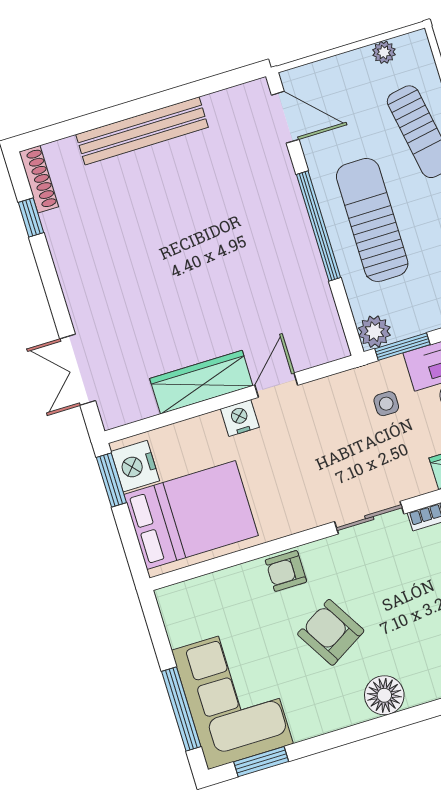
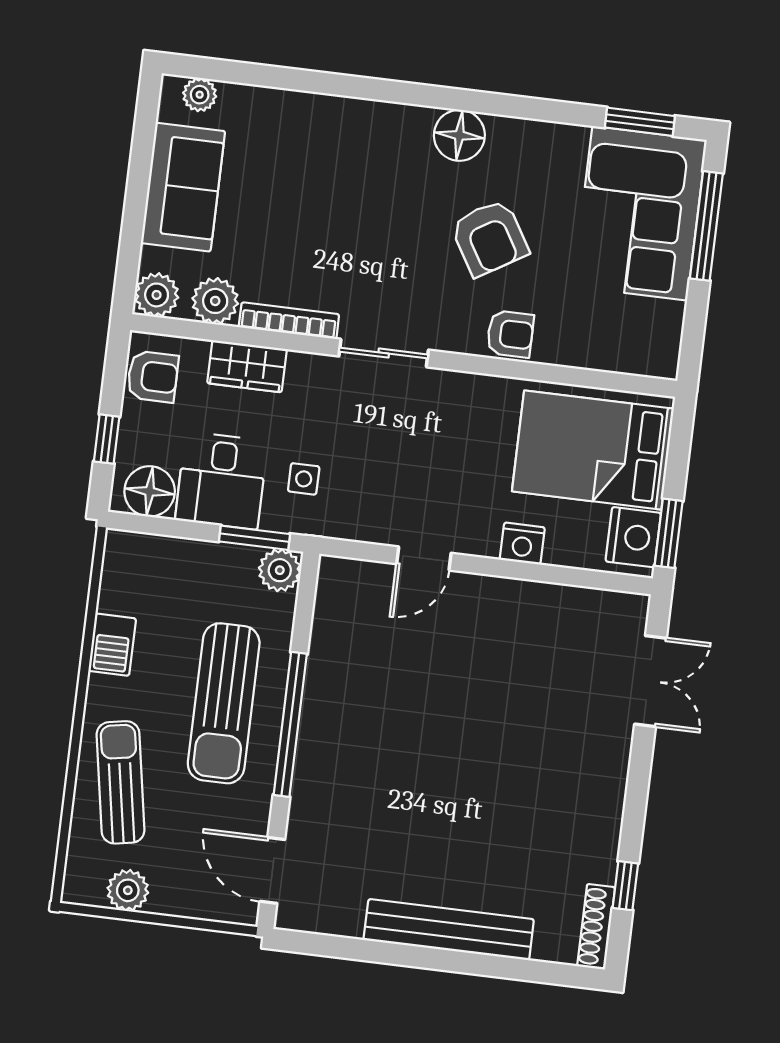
plant: (384, 52) -> (128, 890), width x1.38, depth x1.38
wardrobe: (201, 382) -> (511, 602), removed
nightstand: (240, 418) -> (522, 544), moved

